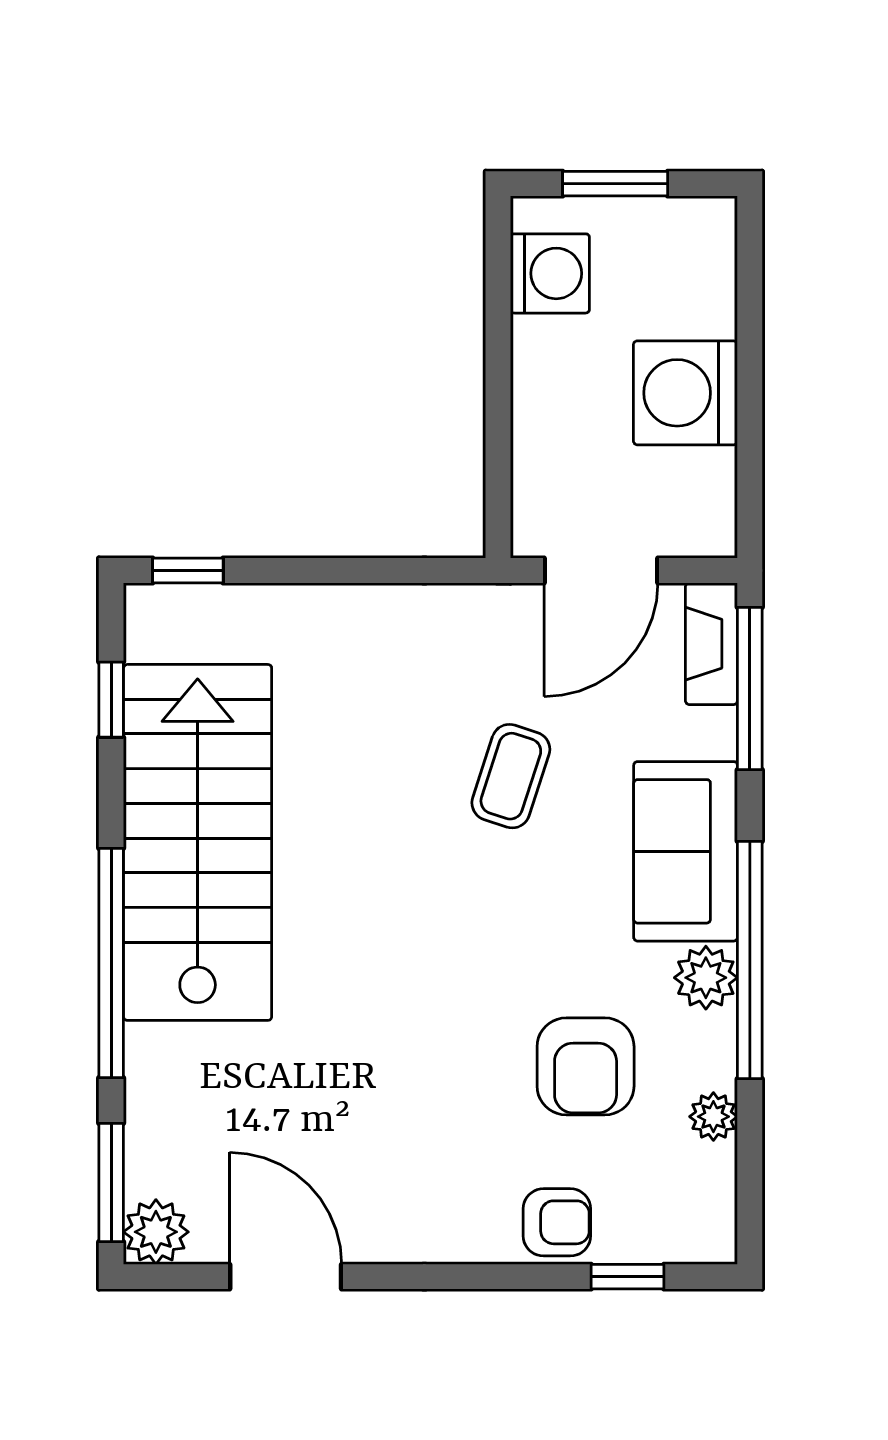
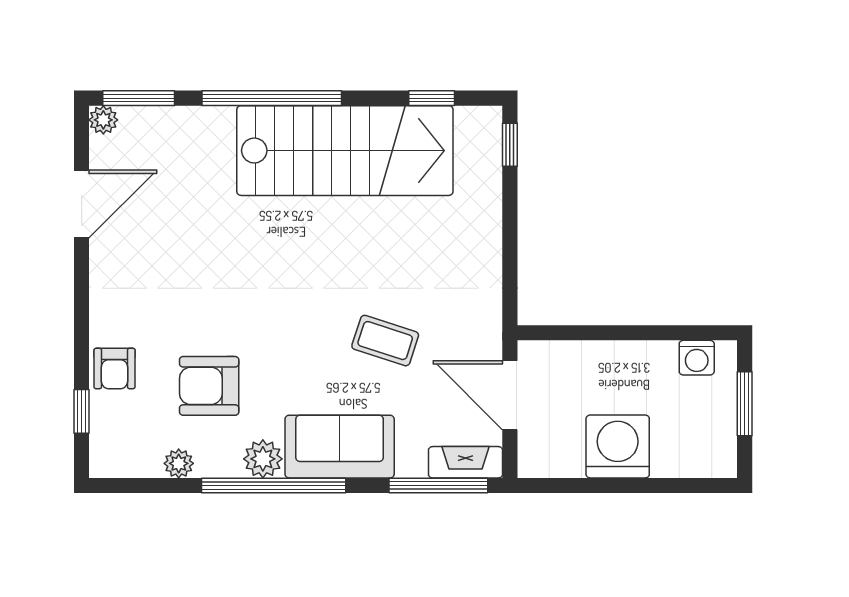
washing machine: (550, 273) -> (697, 358), width x0.73, depth x0.73
plant: (156, 1232) -> (103, 120), width x0.73, depth x0.73

